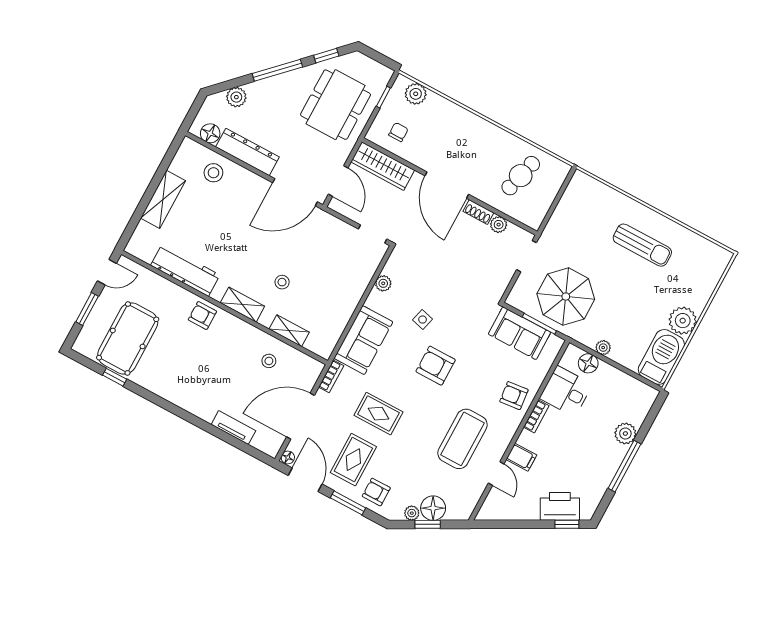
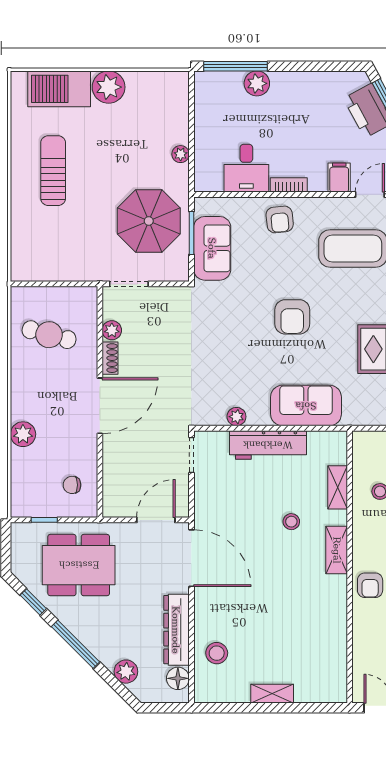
plant: (416, 94) -> (23, 434), moved
wardrobe: (383, 166) -> (116, 482), removed
shelving: (163, 199) -> (272, 694), width x0.67, depth x0.75
workbench: (185, 270) -> (268, 445), moved, turned -90
side table: (423, 320) -> (252, 356), removed
barbecue: (661, 357) -> (59, 89), moved
floor lamp: (588, 363) -> (205, 161), removed
bookcase: (331, 376) -> (361, 419), removed
window: (625, 466) -> (236, 66), moved

